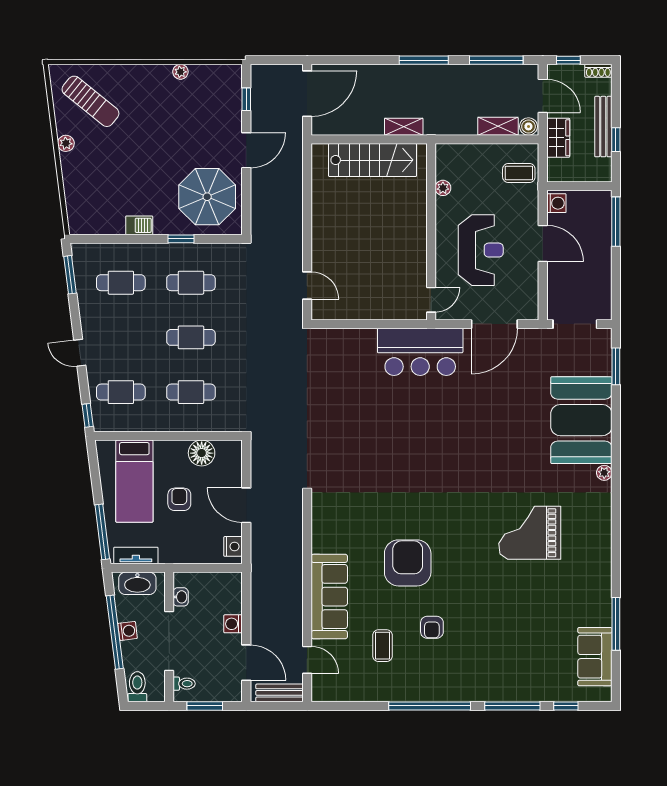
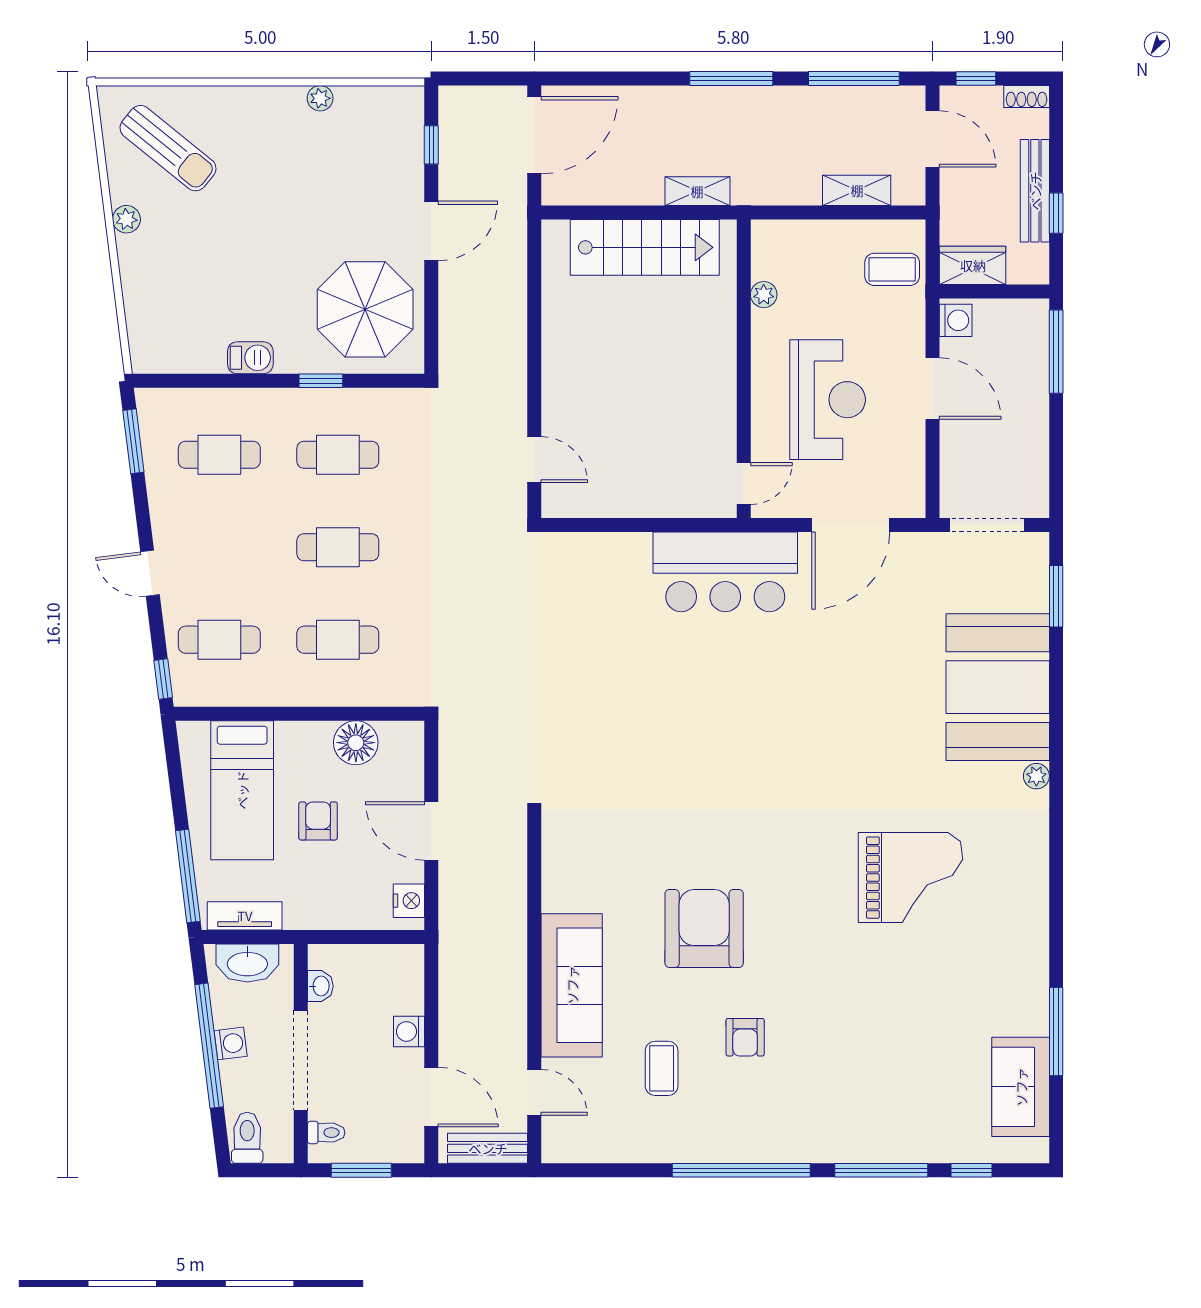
boiler: (528, 126) -> (908, 191), removed
wardrobe: (558, 138) -> (973, 265), moved, turned -90
grand piano: (530, 533) -> (910, 878), turned 180

